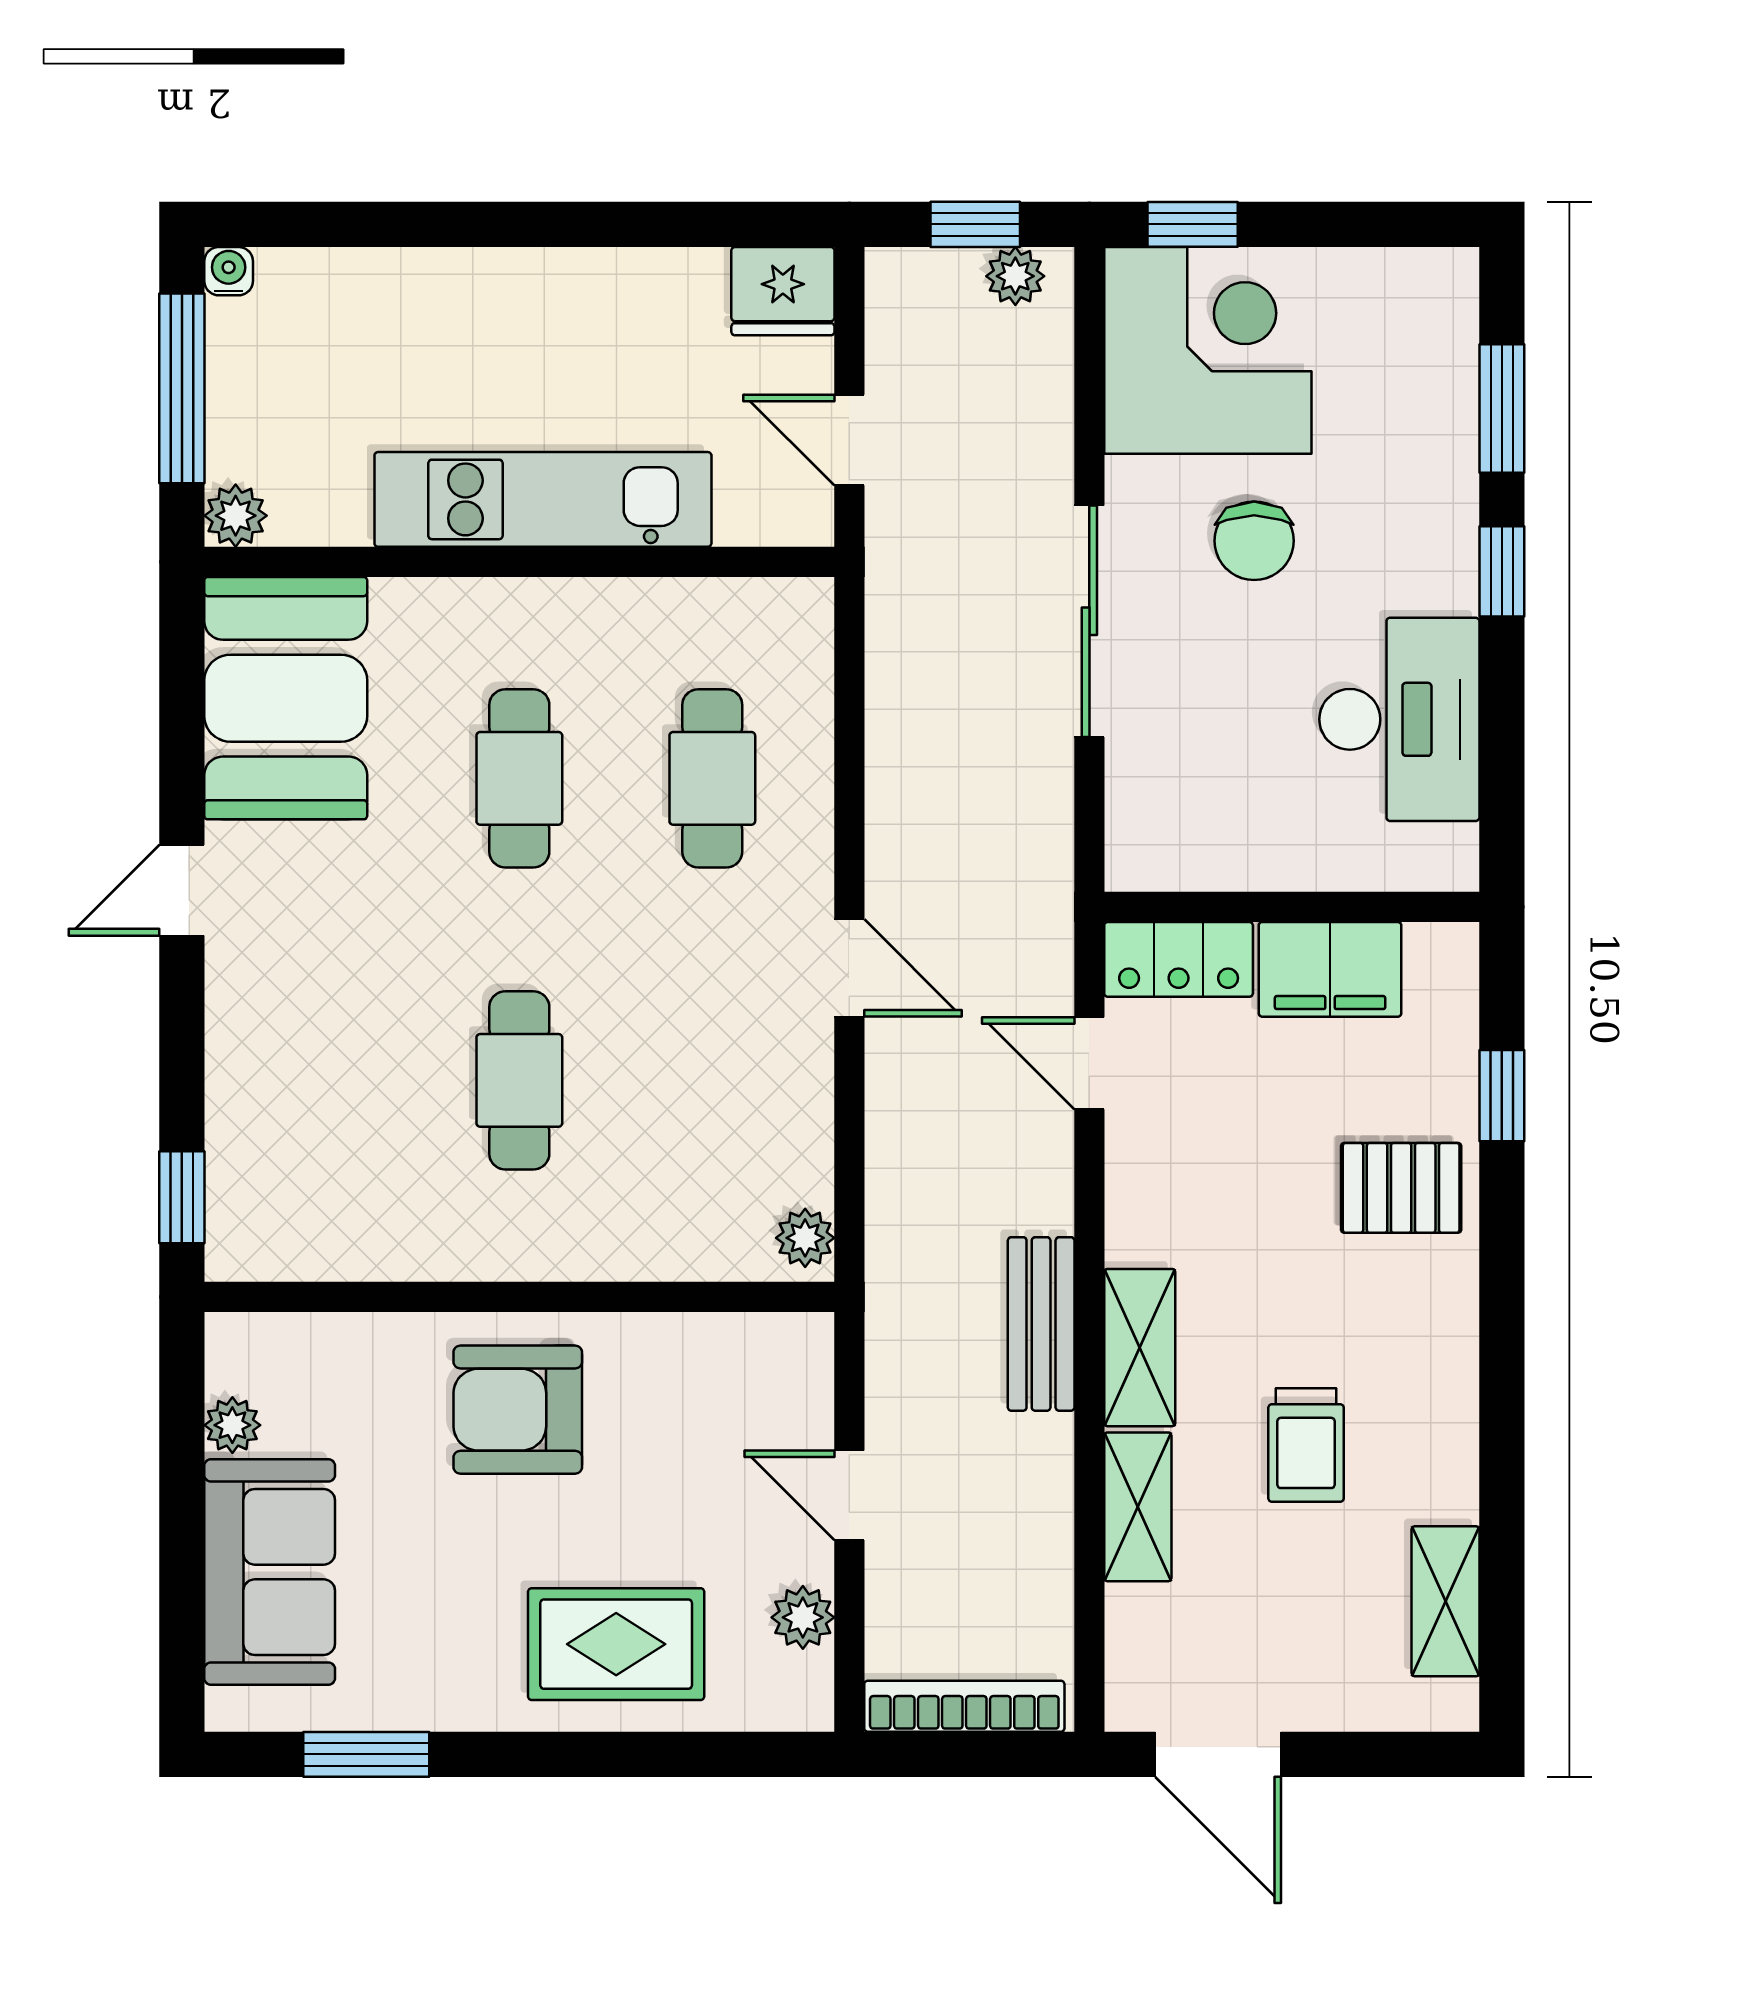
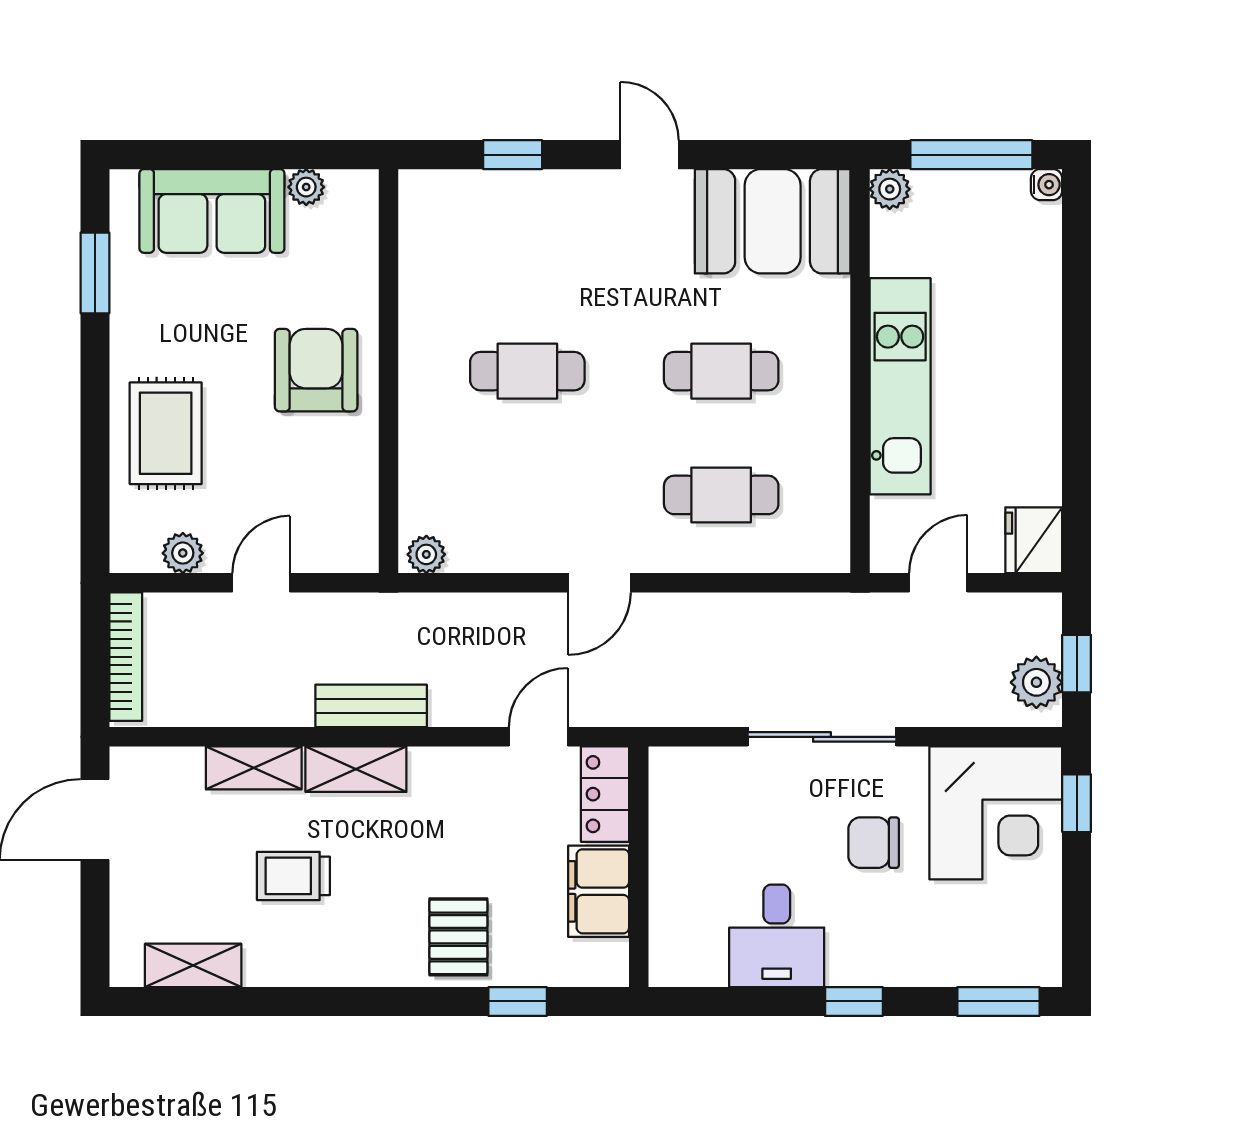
plant: (1015, 276) -> (1036, 682), width x1.38, depth x1.38
window: (1502, 409) -> (998, 1001), moved
desk: (1399, 719) -> (777, 936), width x0.73
window: (182, 1197) -> (513, 155), moved

